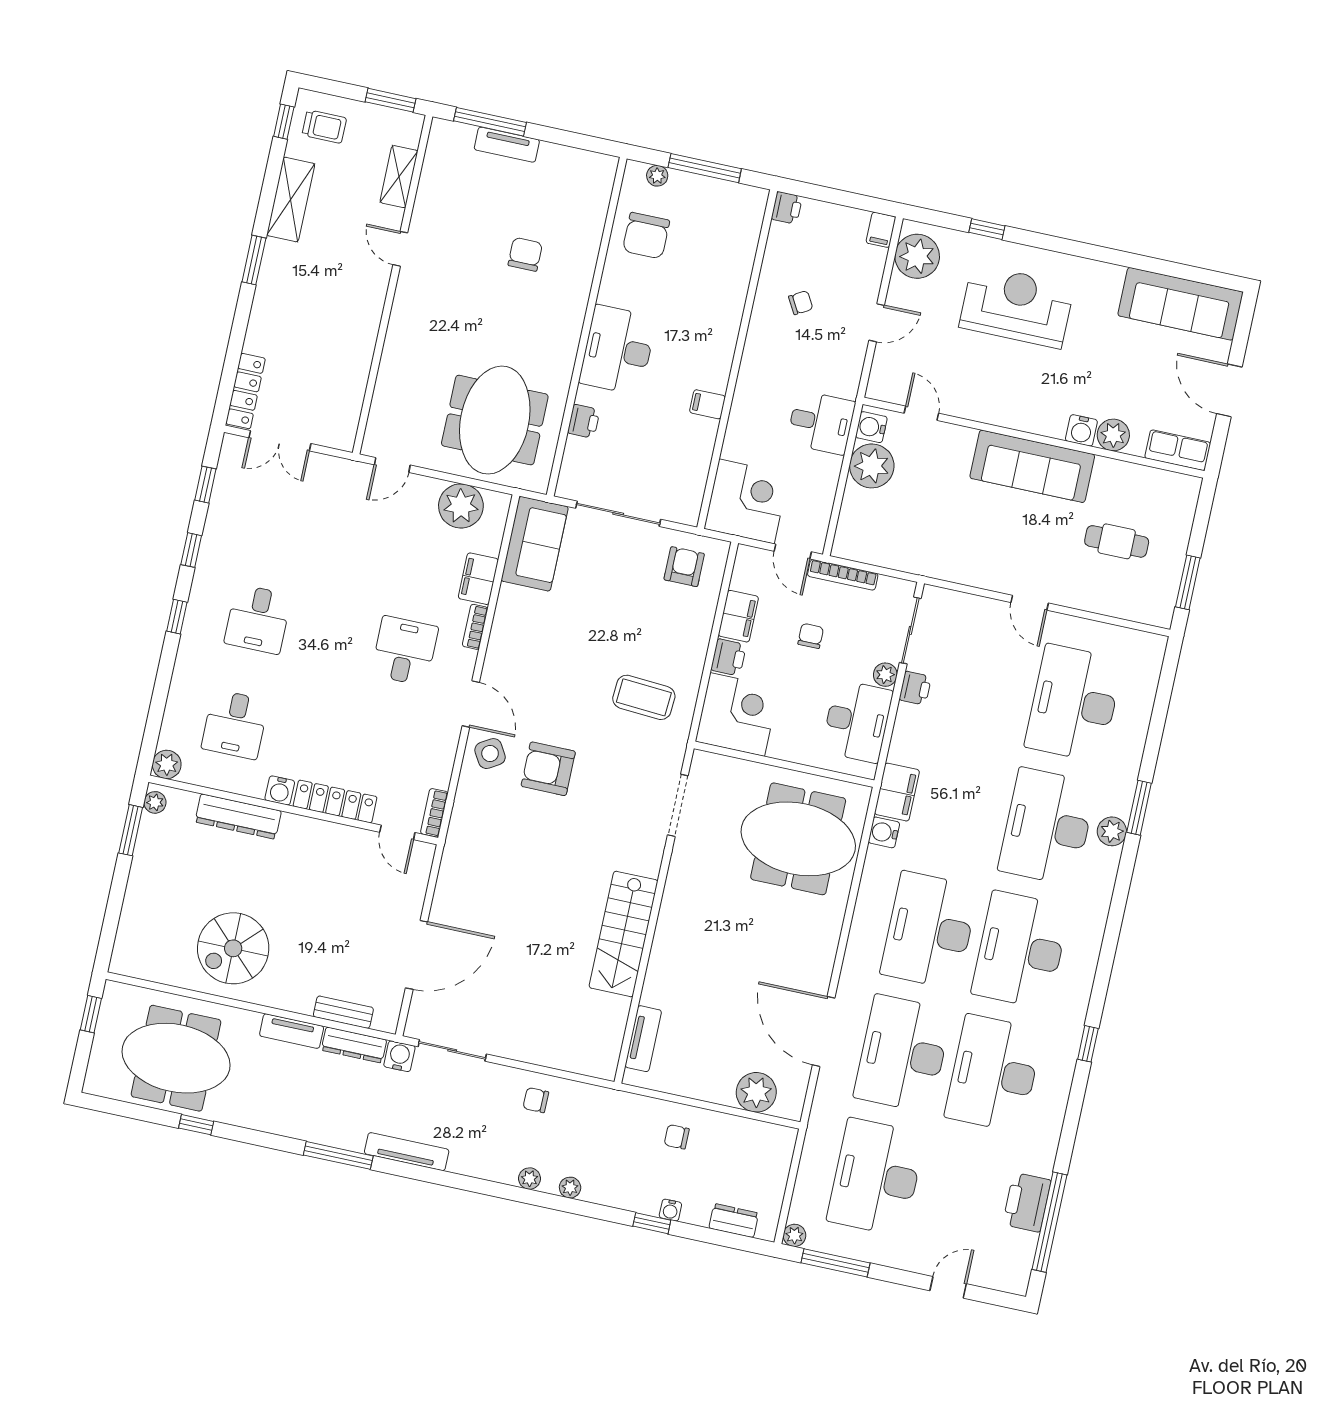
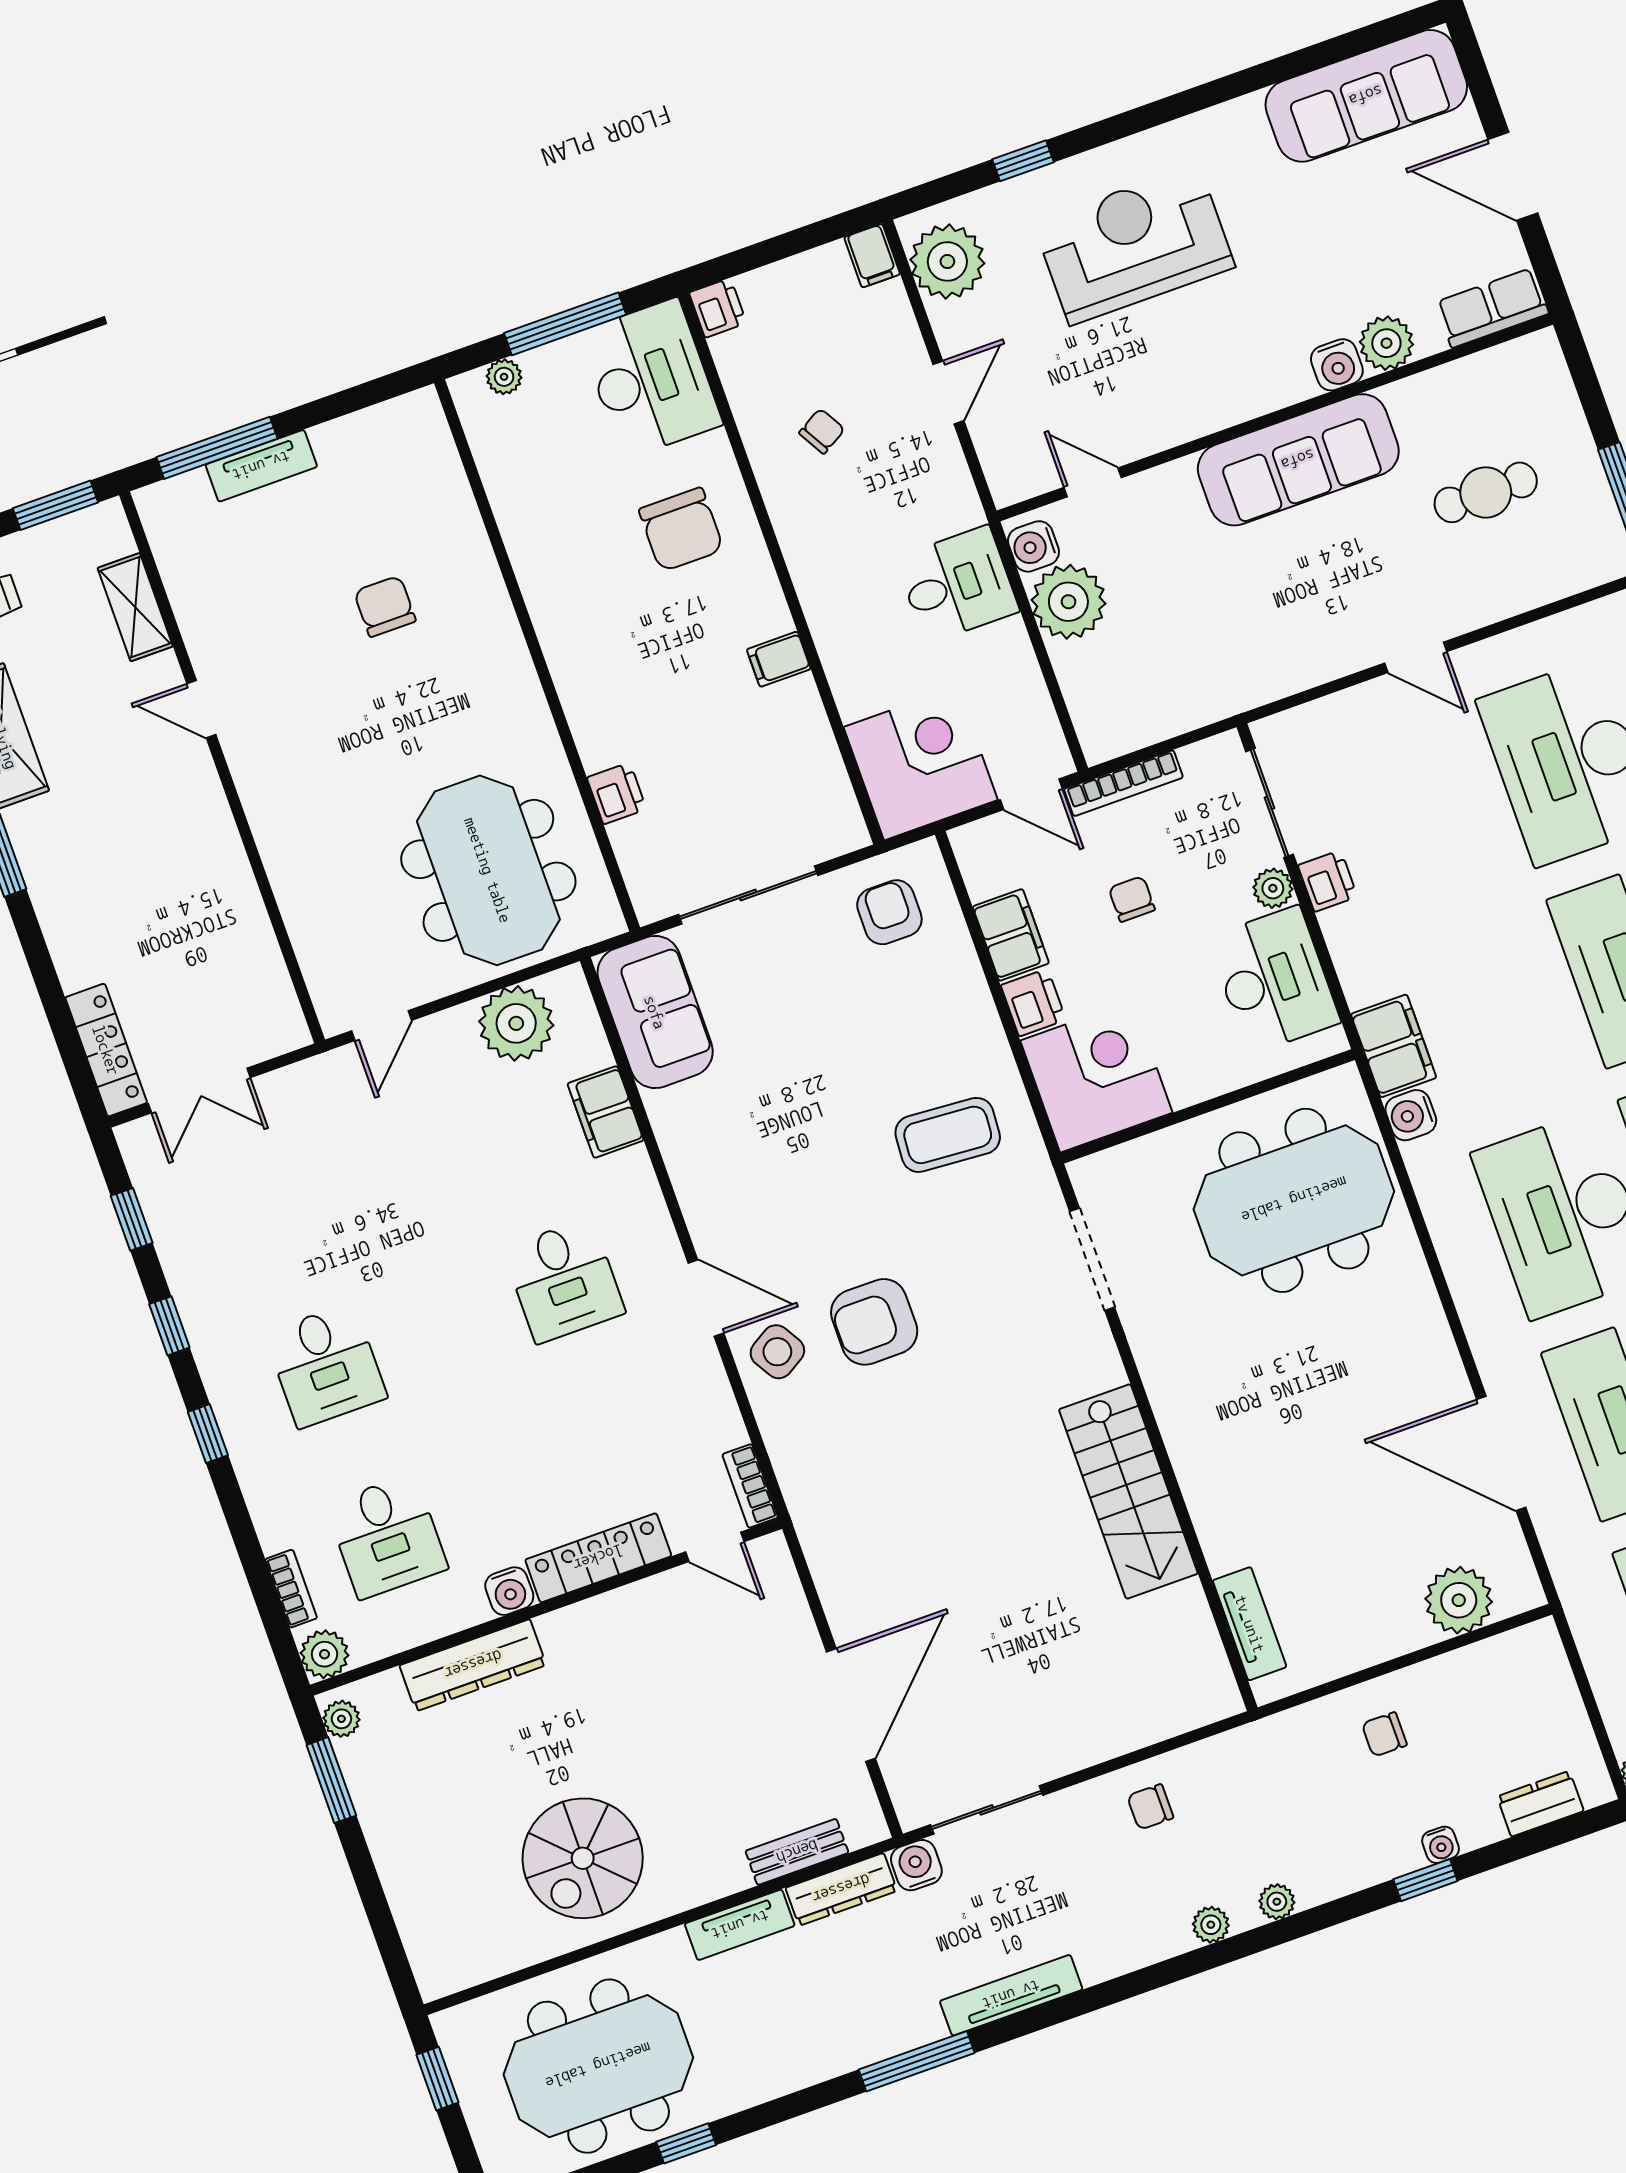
chair: (646, 236) -> (681, 530), moved
desk: (618, 350) -> (650, 378), moved, turned 180
bookcase: (475, 627) -> (291, 1589), moved, turned 180
desk: (405, 651) -> (564, 1281), turned 180

